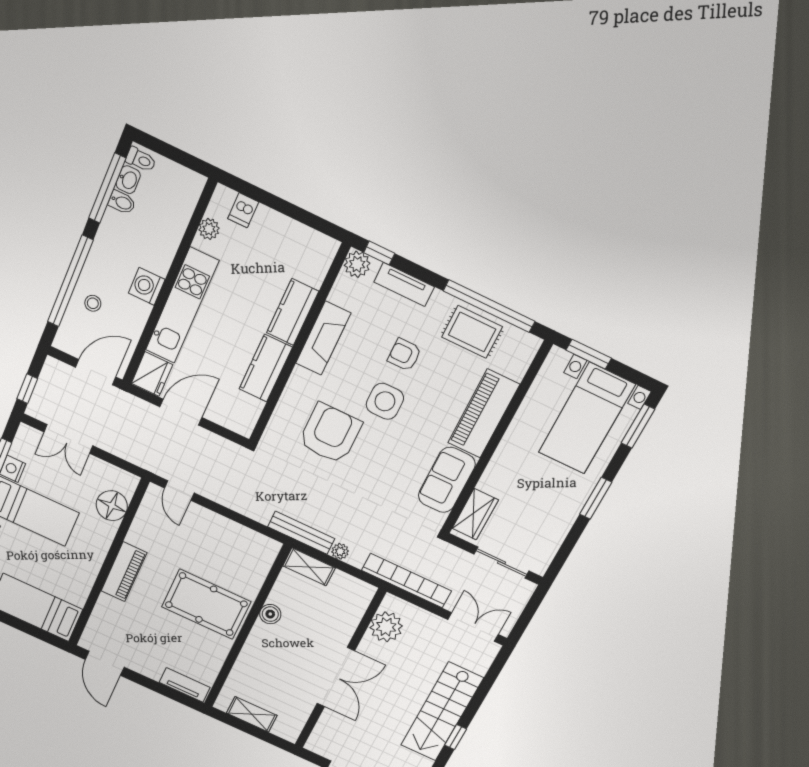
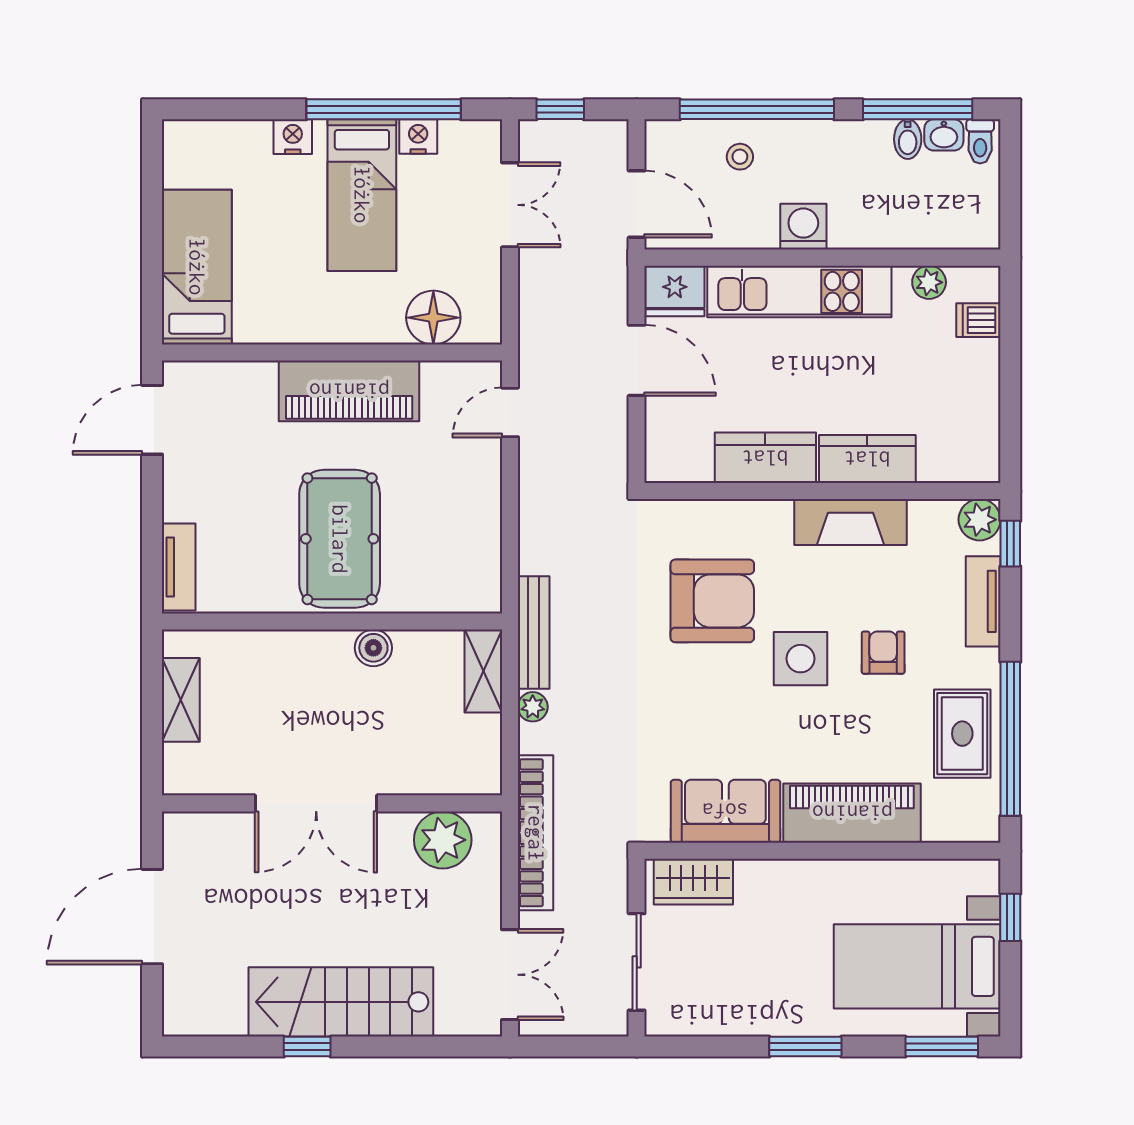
window: (589, 354) -> (1010, 917), width x0.67
double door: (68, 439) -> (510, 205), swing flipped
piano: (124, 572) -> (349, 391), width x1.37, depth x1.33

